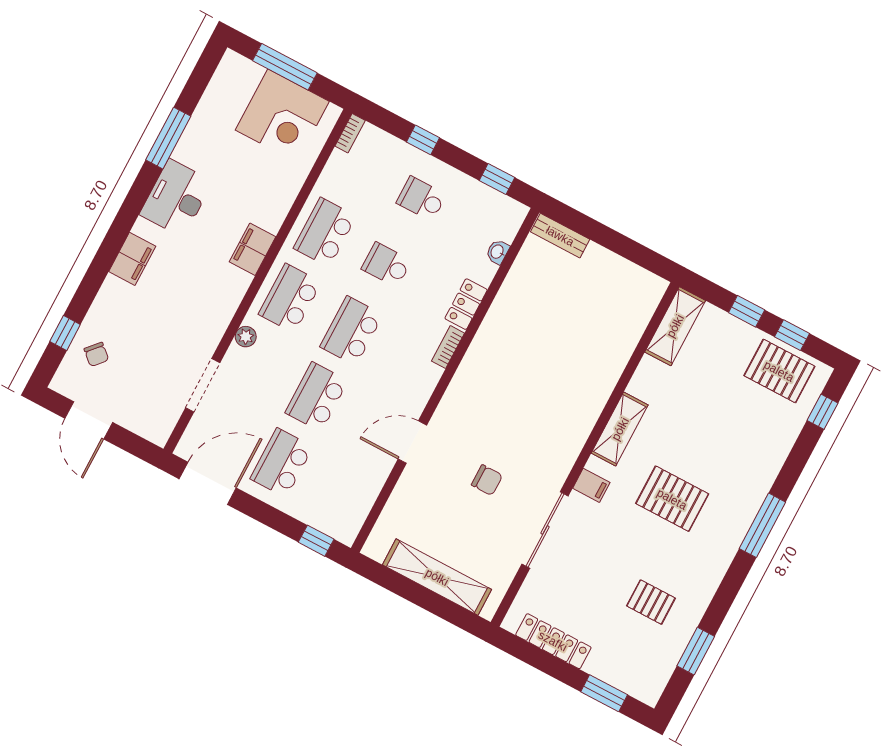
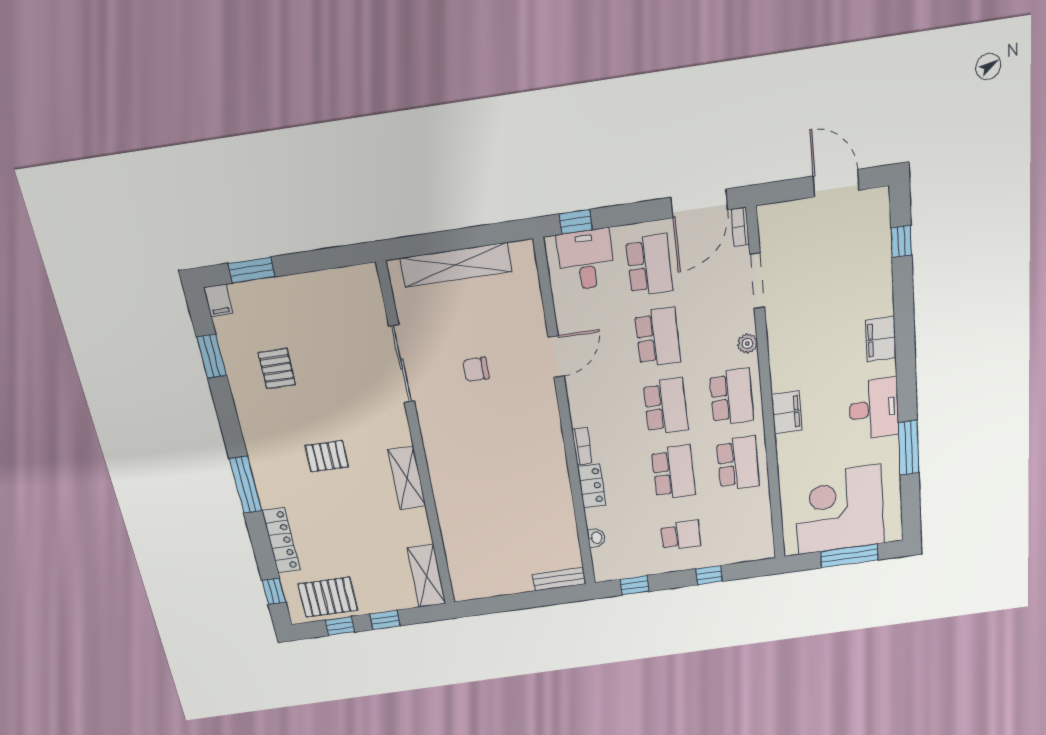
corner desk: (282, 116) -> (839, 510), width x1.36, depth x1.36
bookcase: (350, 133) -> (740, 227), moved
school desk: (386, 265) -> (673, 472), width x1.85
chair: (96, 354) -> (863, 243), removed
filing cabinet: (591, 485) -> (218, 300), moved, turned -90
pallet: (672, 499) -> (327, 456), width x0.67, depth x0.71
desk: (330, 505) -> (586, 260), added
pallet: (651, 602) -> (277, 369), turned 90
locker: (553, 641) -> (281, 540), moved, turned -90

